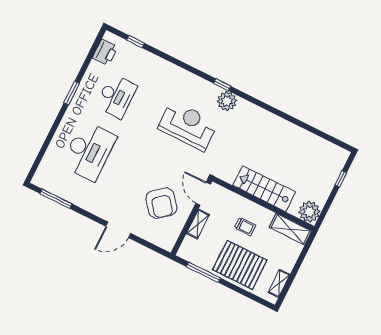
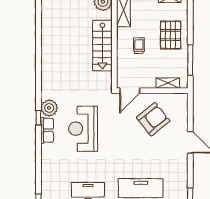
row of seats: (205, 87) -> (47, 130), added
shelving: (198, 224) -> (168, 83), moved
pallet: (240, 265) -> (171, 35), width x0.73, depth x0.71

